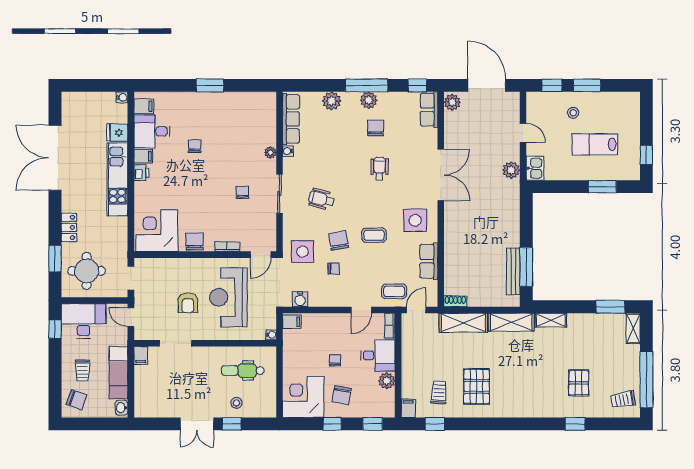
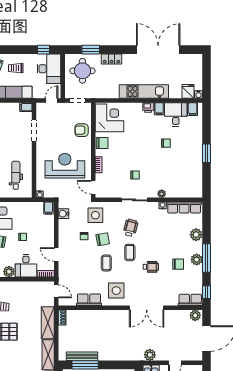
fridge: (117, 133) -> (188, 91), moved
coffee table: (394, 291) -> (130, 252), moved
armchair: (188, 303) -> (82, 130), moved

